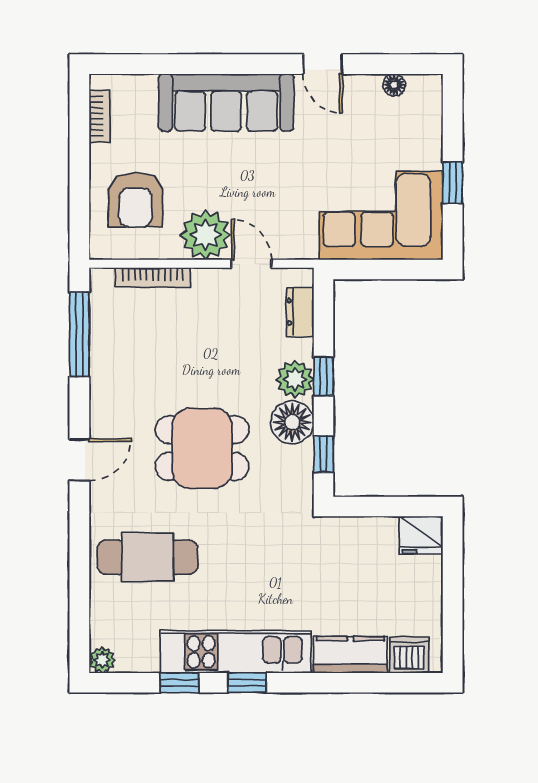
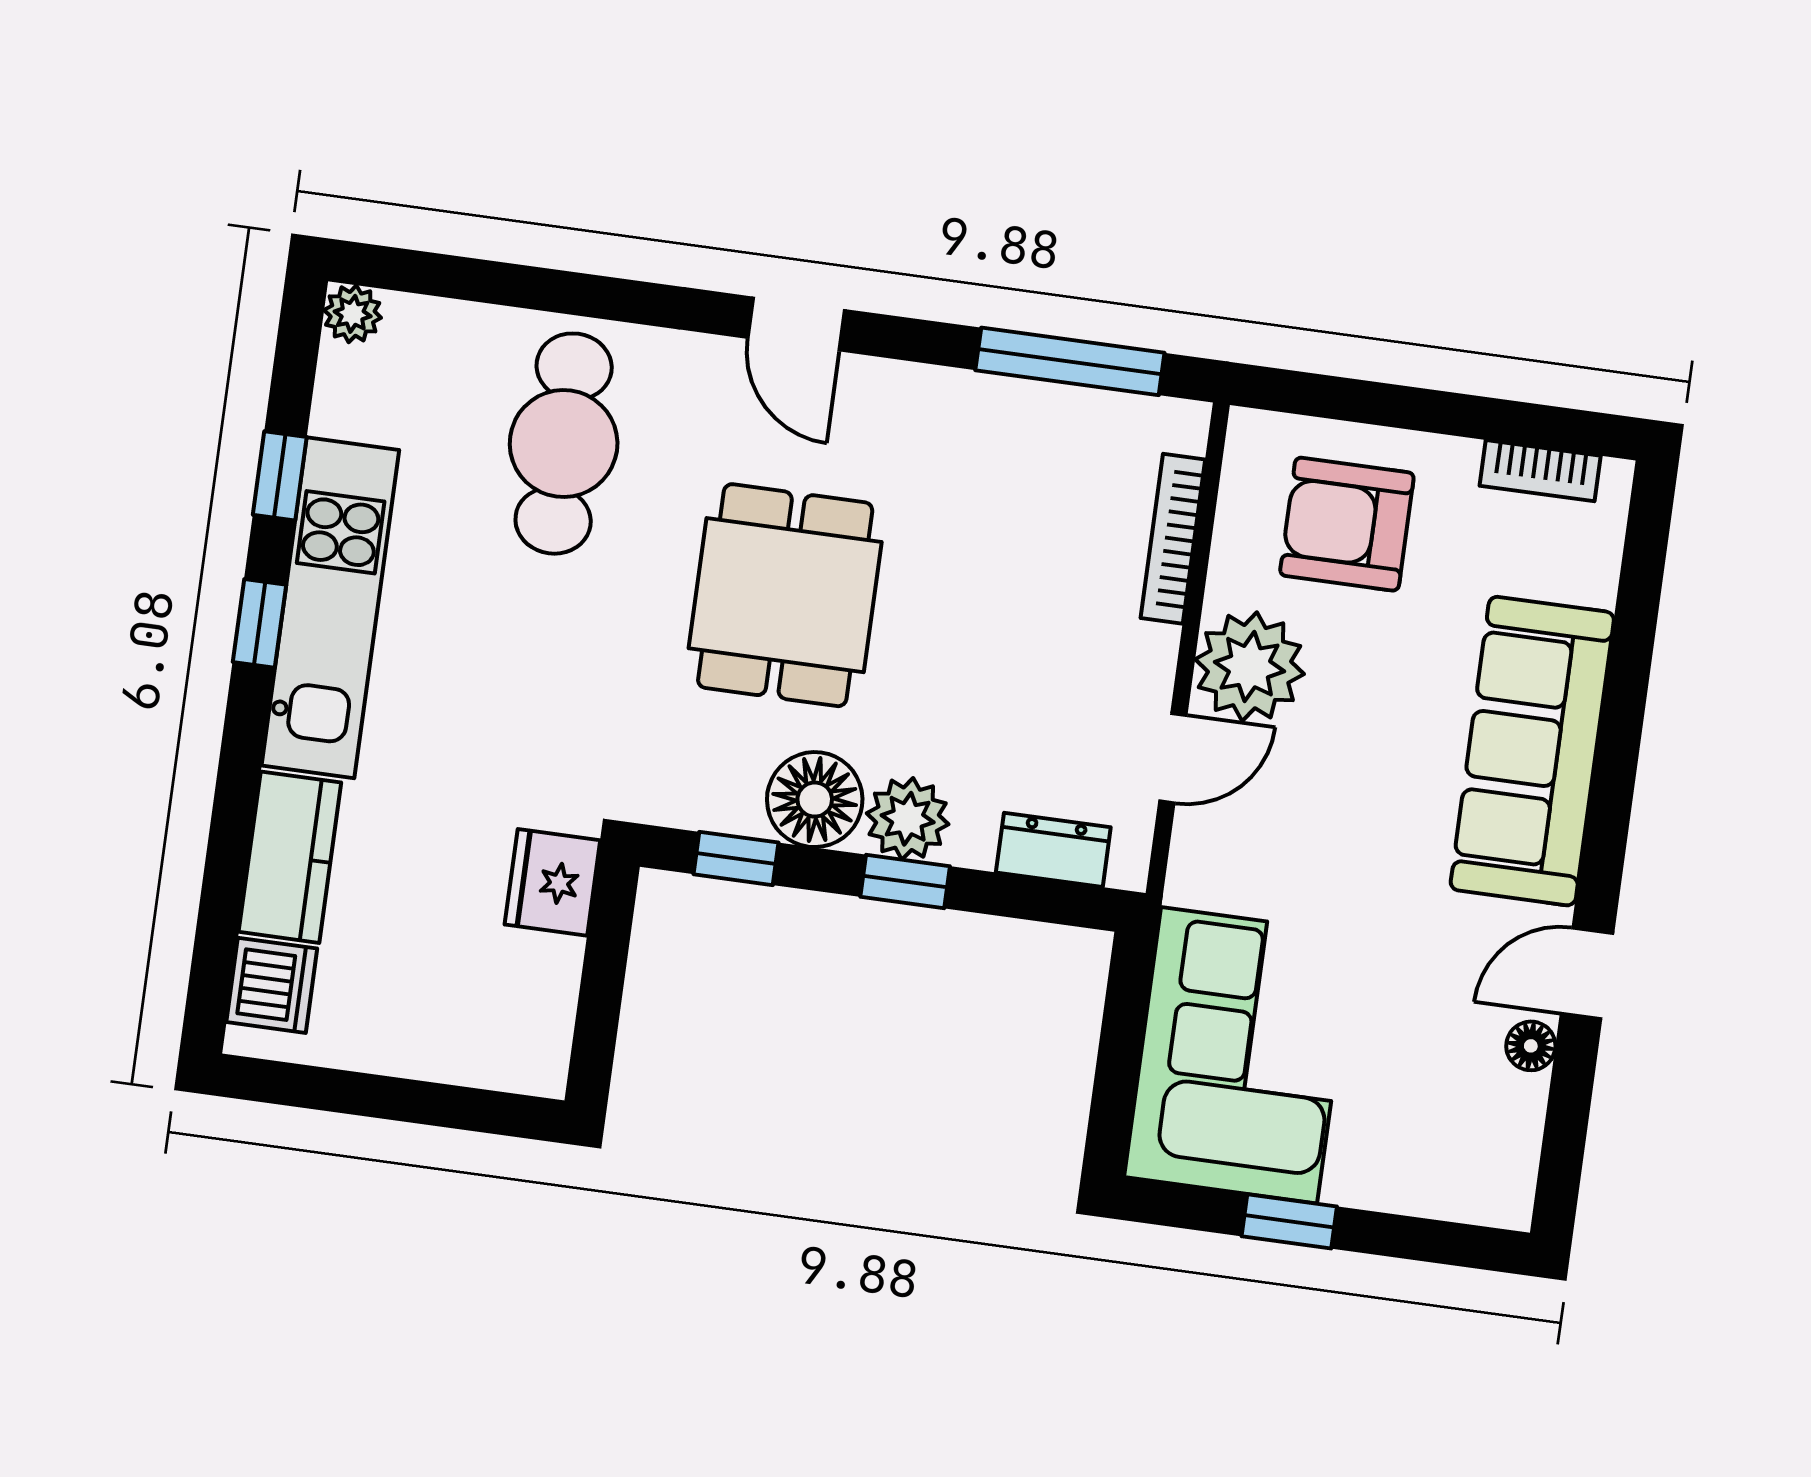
floor lamp: (394, 85) -> (1531, 1046), moved
fridge: (421, 535) -> (552, 882), moved

